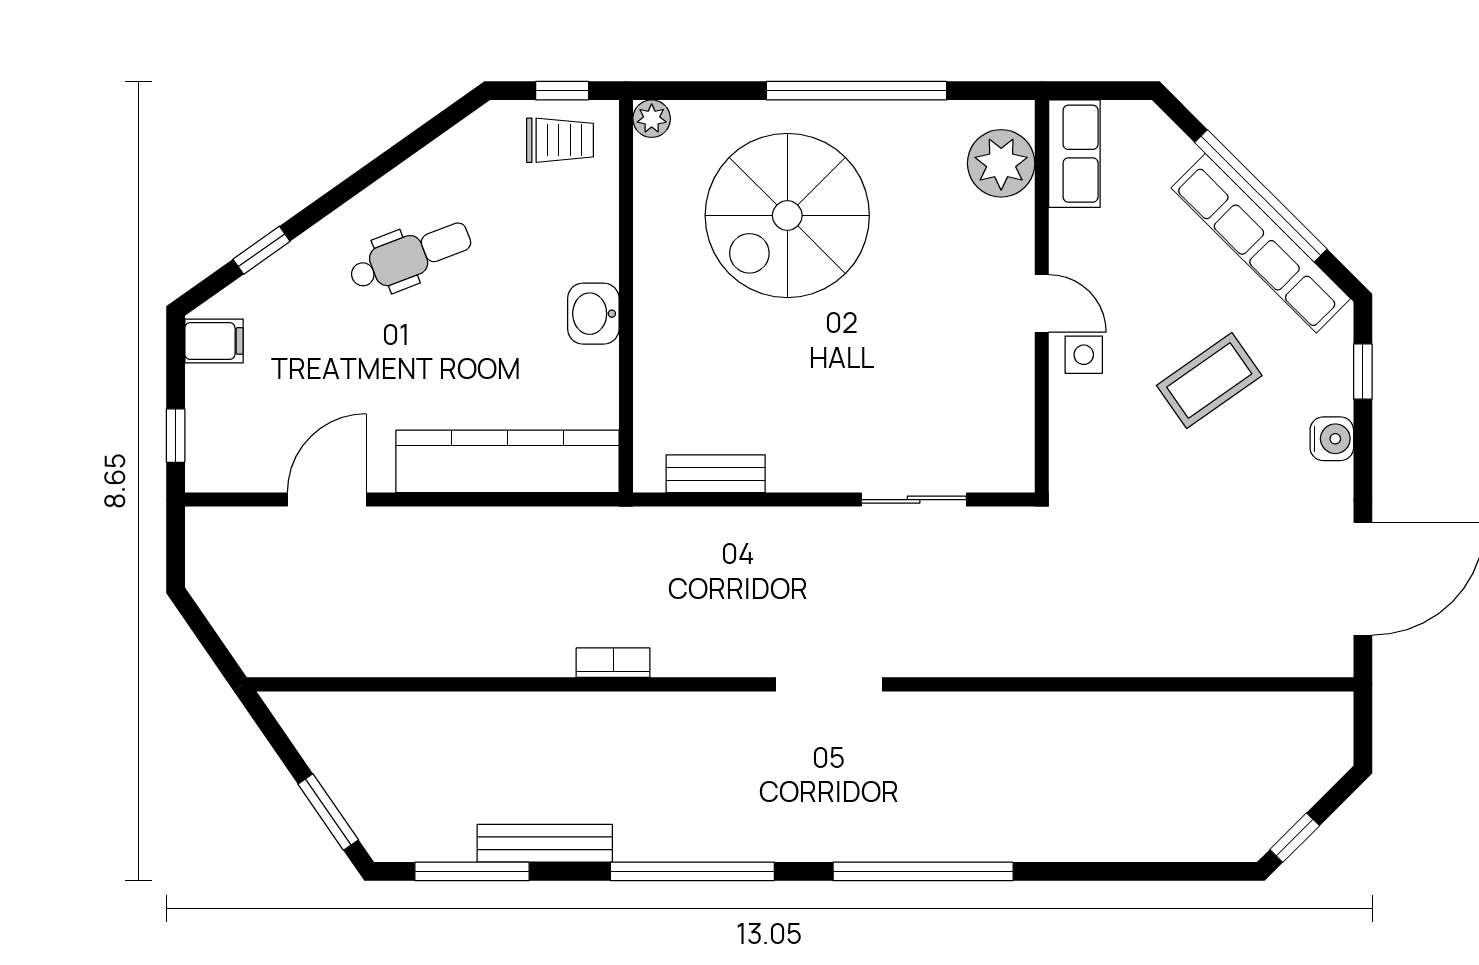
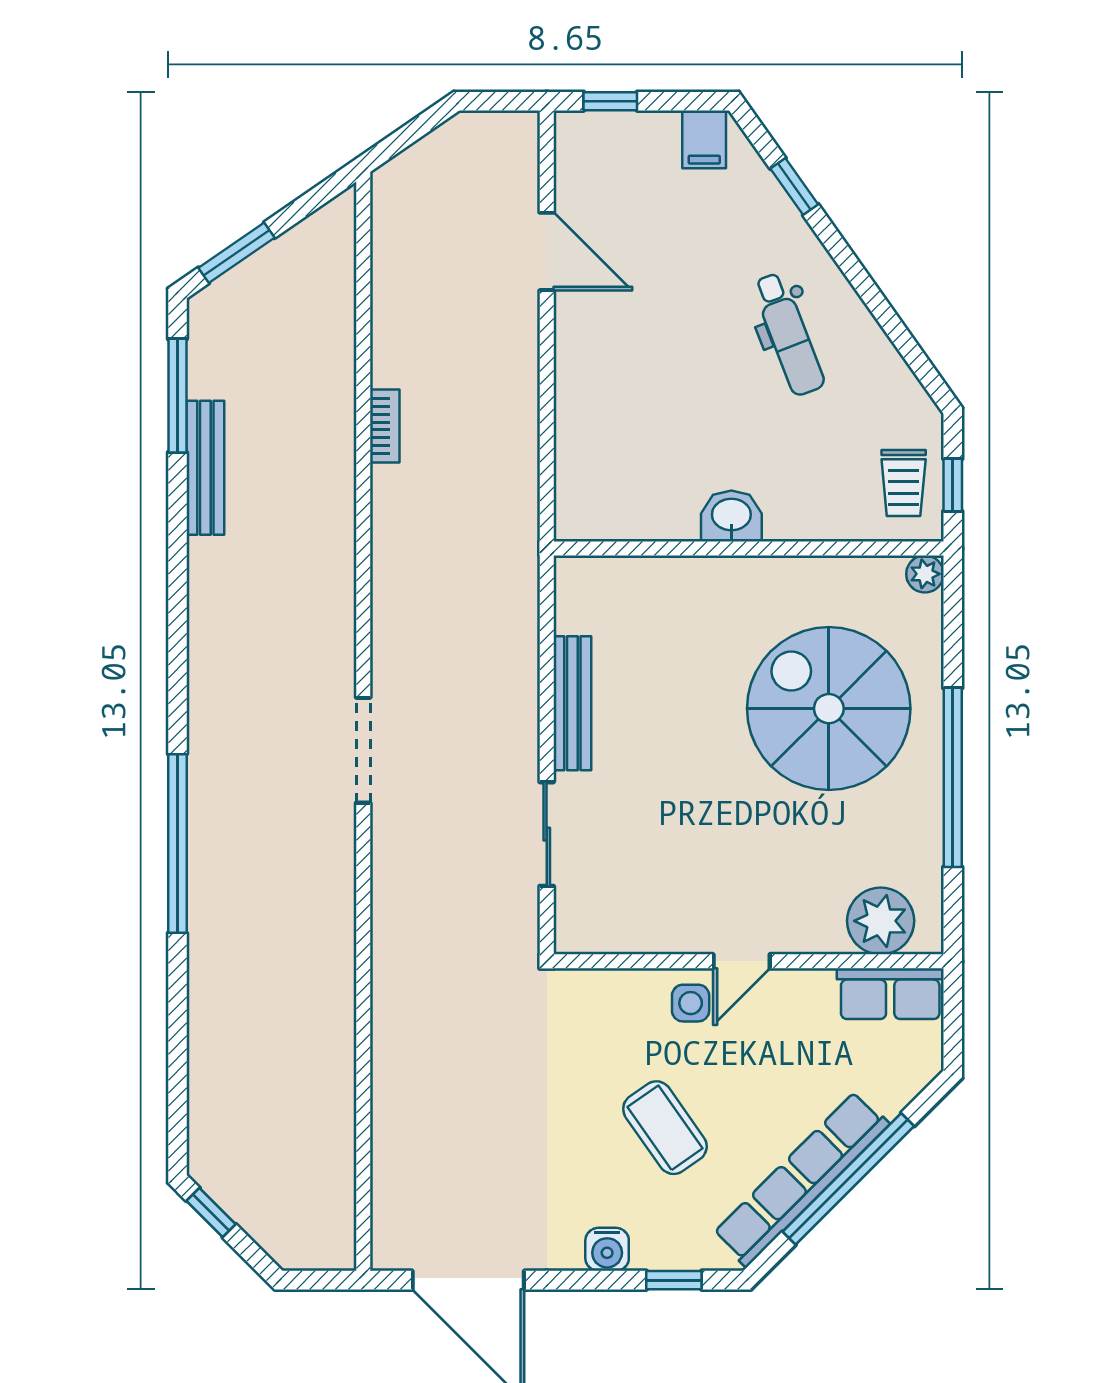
kitchen counter: (507, 461) -> (585, 431), removed
bench: (716, 474) -> (572, 703), moved, width x1.36
bookcase: (613, 663) -> (385, 426), moved
window: (692, 871) -> (177, 614), removed

